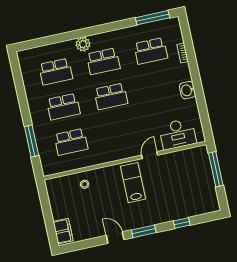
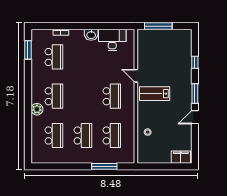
window: (152, 18) -> (28, 50), width x0.69
school desk: (111, 96) -> (112, 96), moved
desk: (177, 134) -> (112, 40), moved, turned -90

